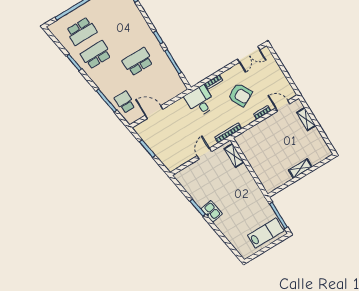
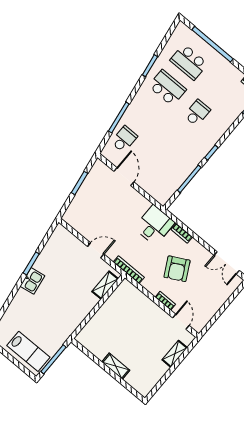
school desk: (138, 62) -> (197, 113), moved, width x0.54

